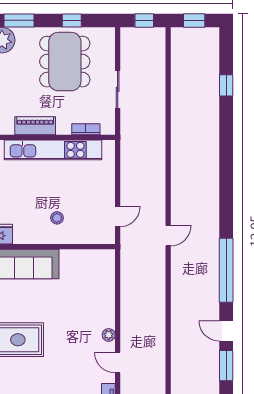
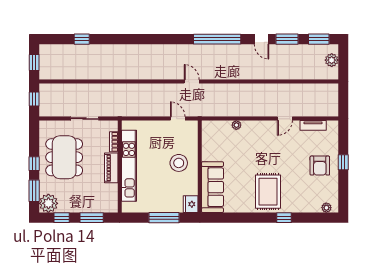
window: (72, 20) -> (34, 164), moved
dining table: (65, 62) -> (64, 157), turned 90
piano: (35, 126) -> (111, 168), moved
stool: (57, 218) -> (179, 163), width x1.89, depth x1.89
door: (226, 331) -> (262, 39), hinge flipped
plant: (109, 335) -> (236, 125), moved

